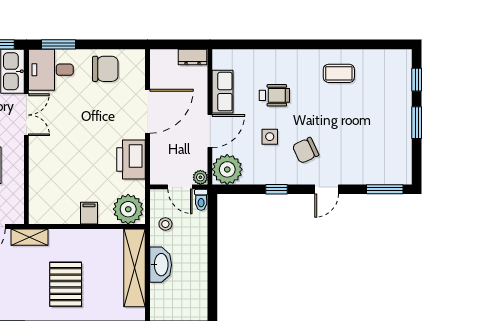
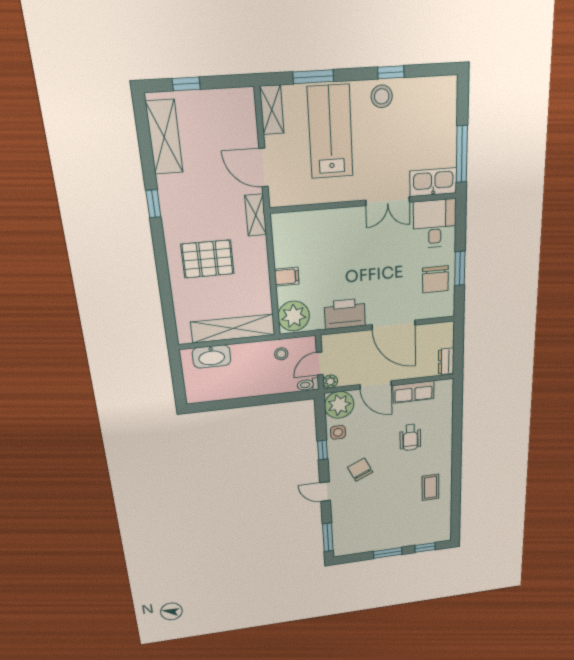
window: (58, 44) -> (460, 268), moved
side table: (270, 137) -> (338, 432), moved
washbasin: (161, 265) -> (212, 357), moved

